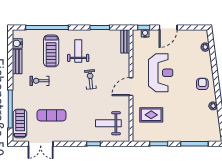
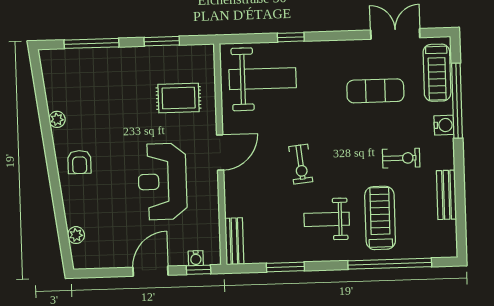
water cooler: (17, 43) -> (444, 125), moved
weight bench: (78, 51) -> (327, 219), turned 90
weight bench: (108, 123) -> (263, 79), width x1.36, depth x1.33

